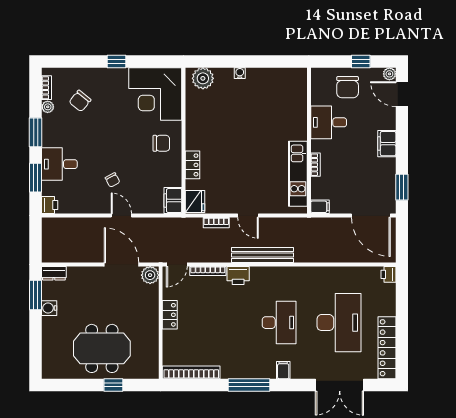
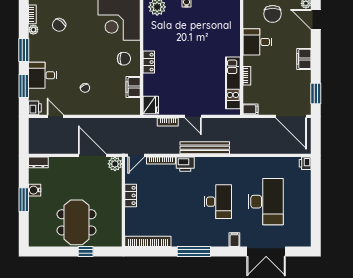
locker: (192, 165) -> (149, 62), moved
filing cabinet: (173, 201) -> (133, 87), moved
door: (121, 216) -> (55, 116), moved
window: (36, 295) -> (24, 200), moved
meeting table: (102, 348) -> (77, 222), turned 90
locker: (387, 348) -> (304, 222), removed
filing cabinet: (283, 370) -> (234, 240), moved

